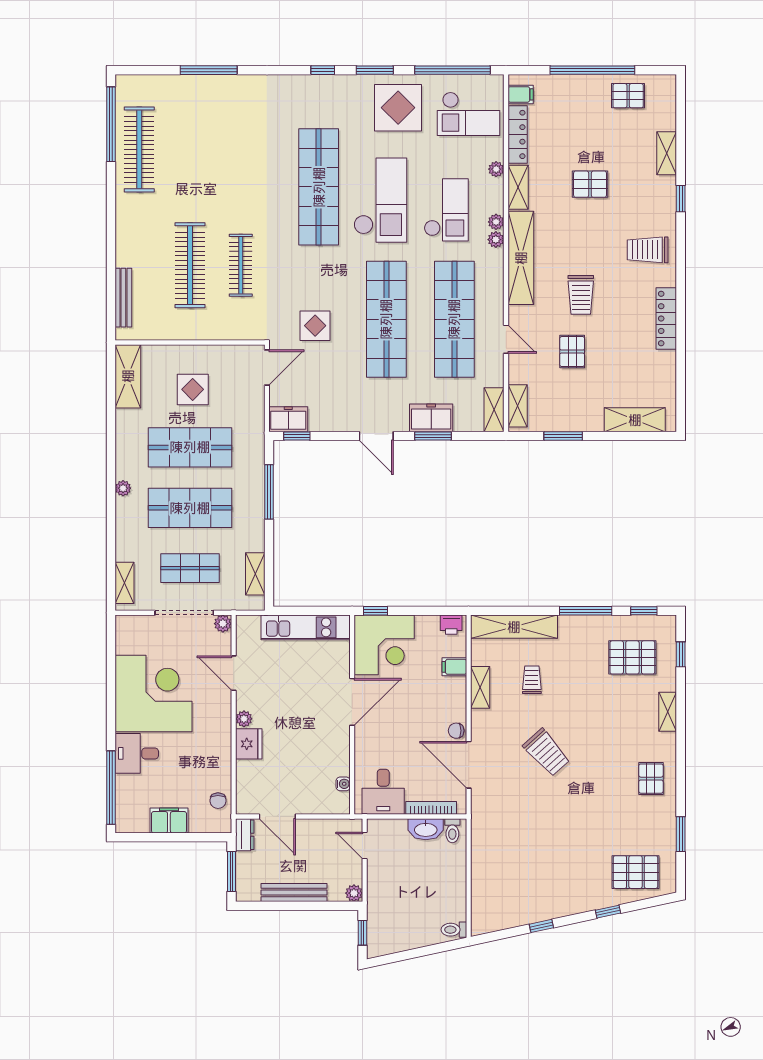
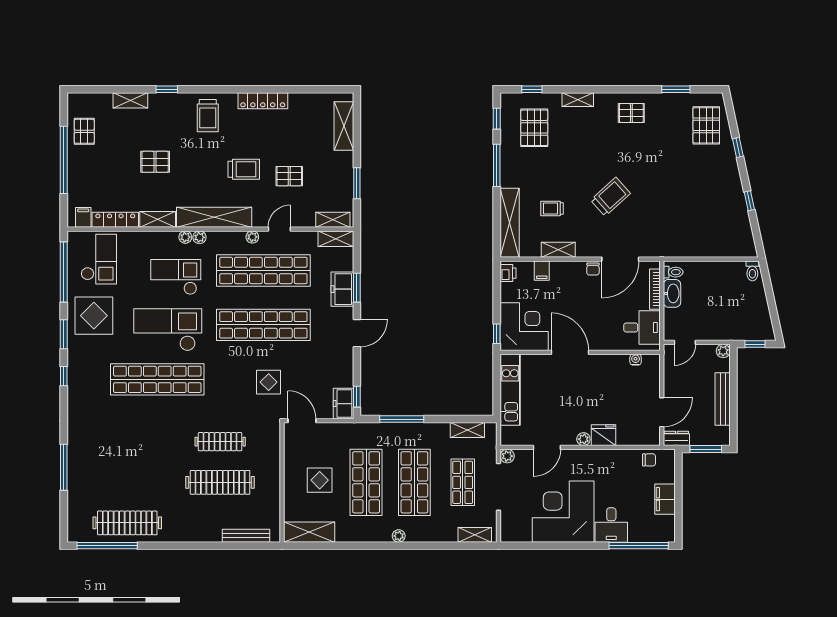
plant: (496, 169) -> (252, 237), moved
pallet: (590, 184) -> (155, 162), turned 90

